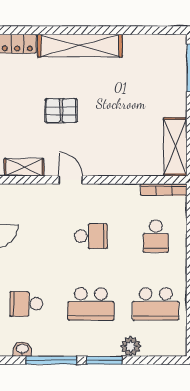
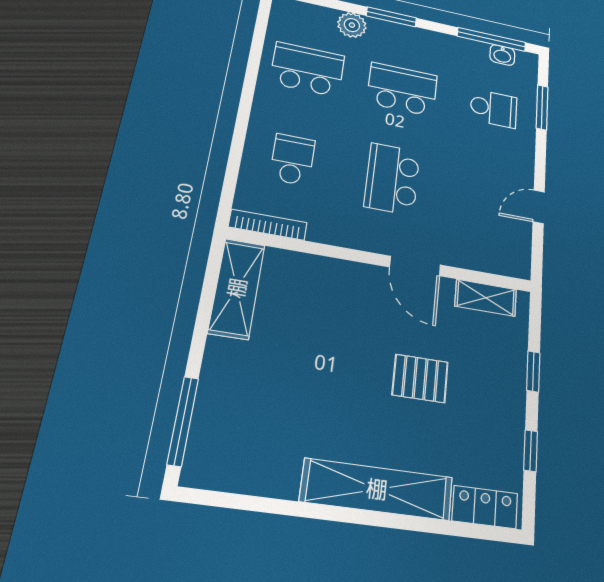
door: (71, 180) -> (415, 266), width x1.38
school desk: (91, 236) -> (392, 179), width x1.85
window: (51, 360) -> (492, 39), moved

